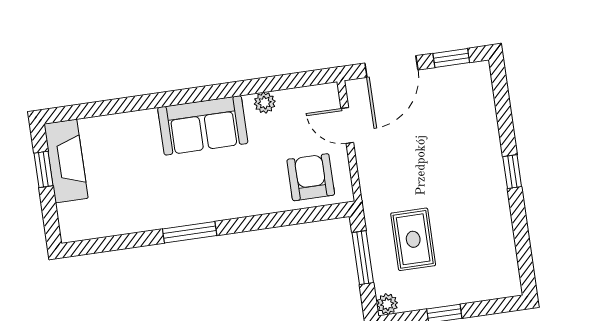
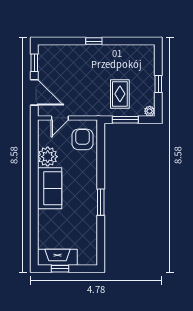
plant: (265, 103) -> (48, 157), width x1.87, depth x1.87
armchair: (311, 177) -> (82, 139), turned 90
rug: (413, 239) -> (120, 94), turned 90

